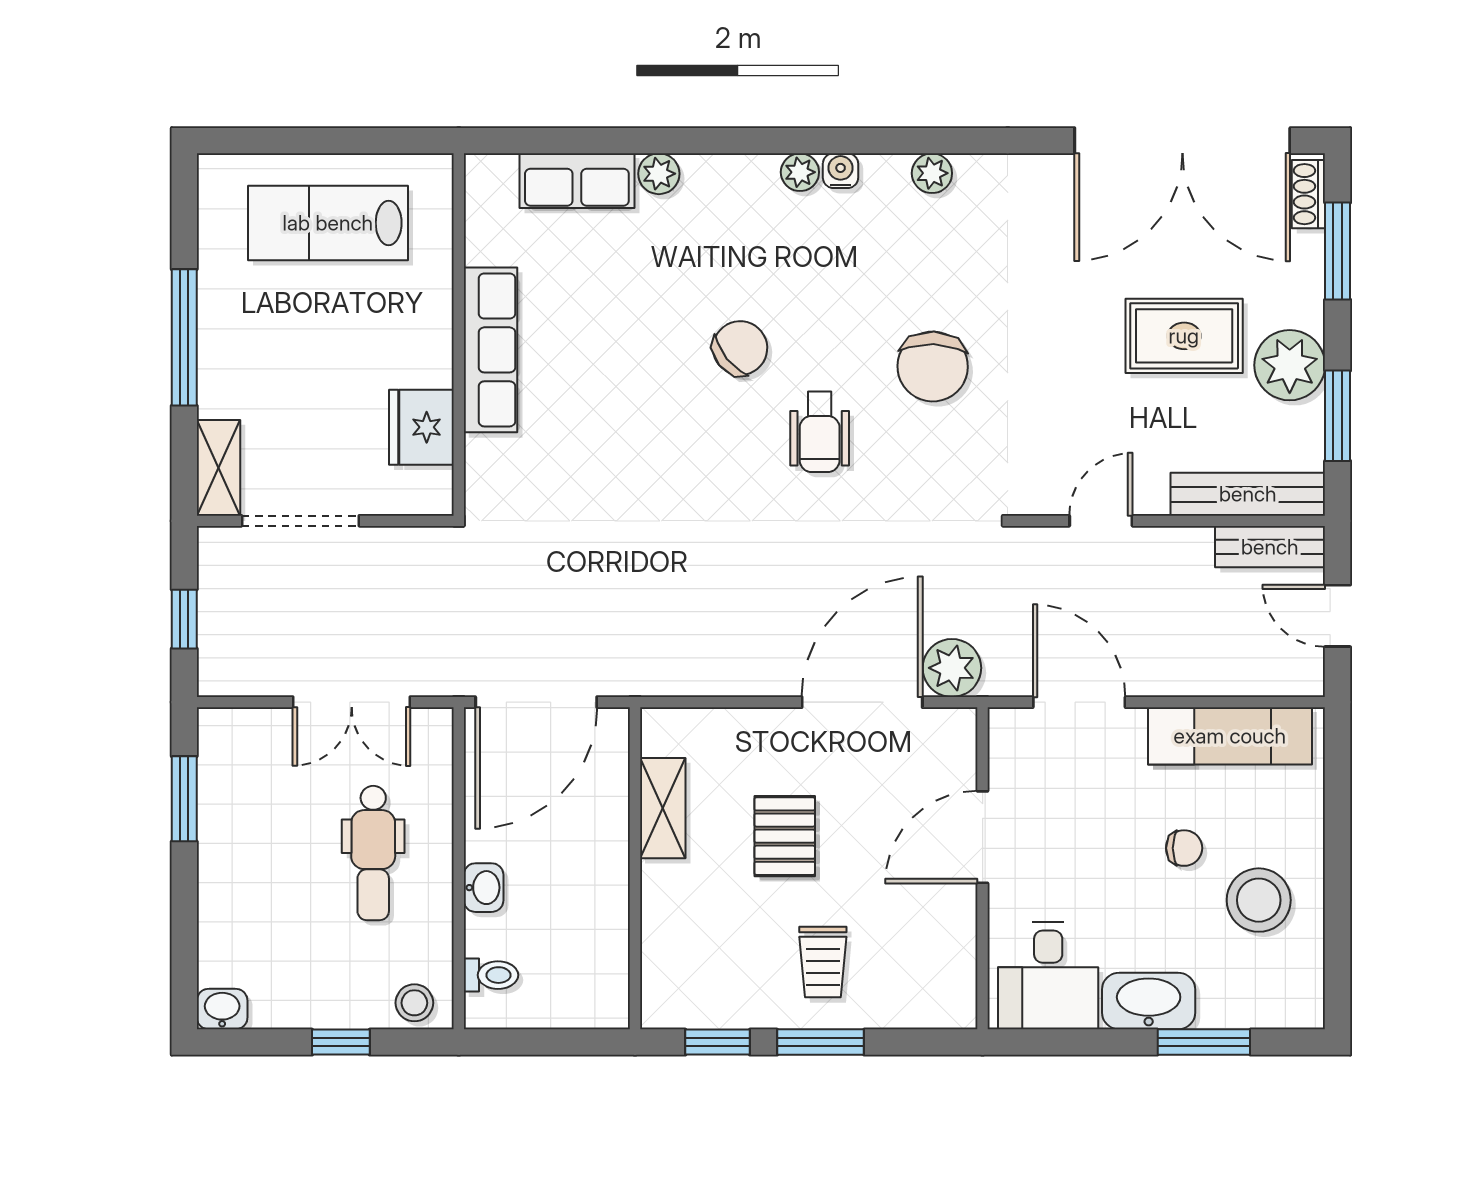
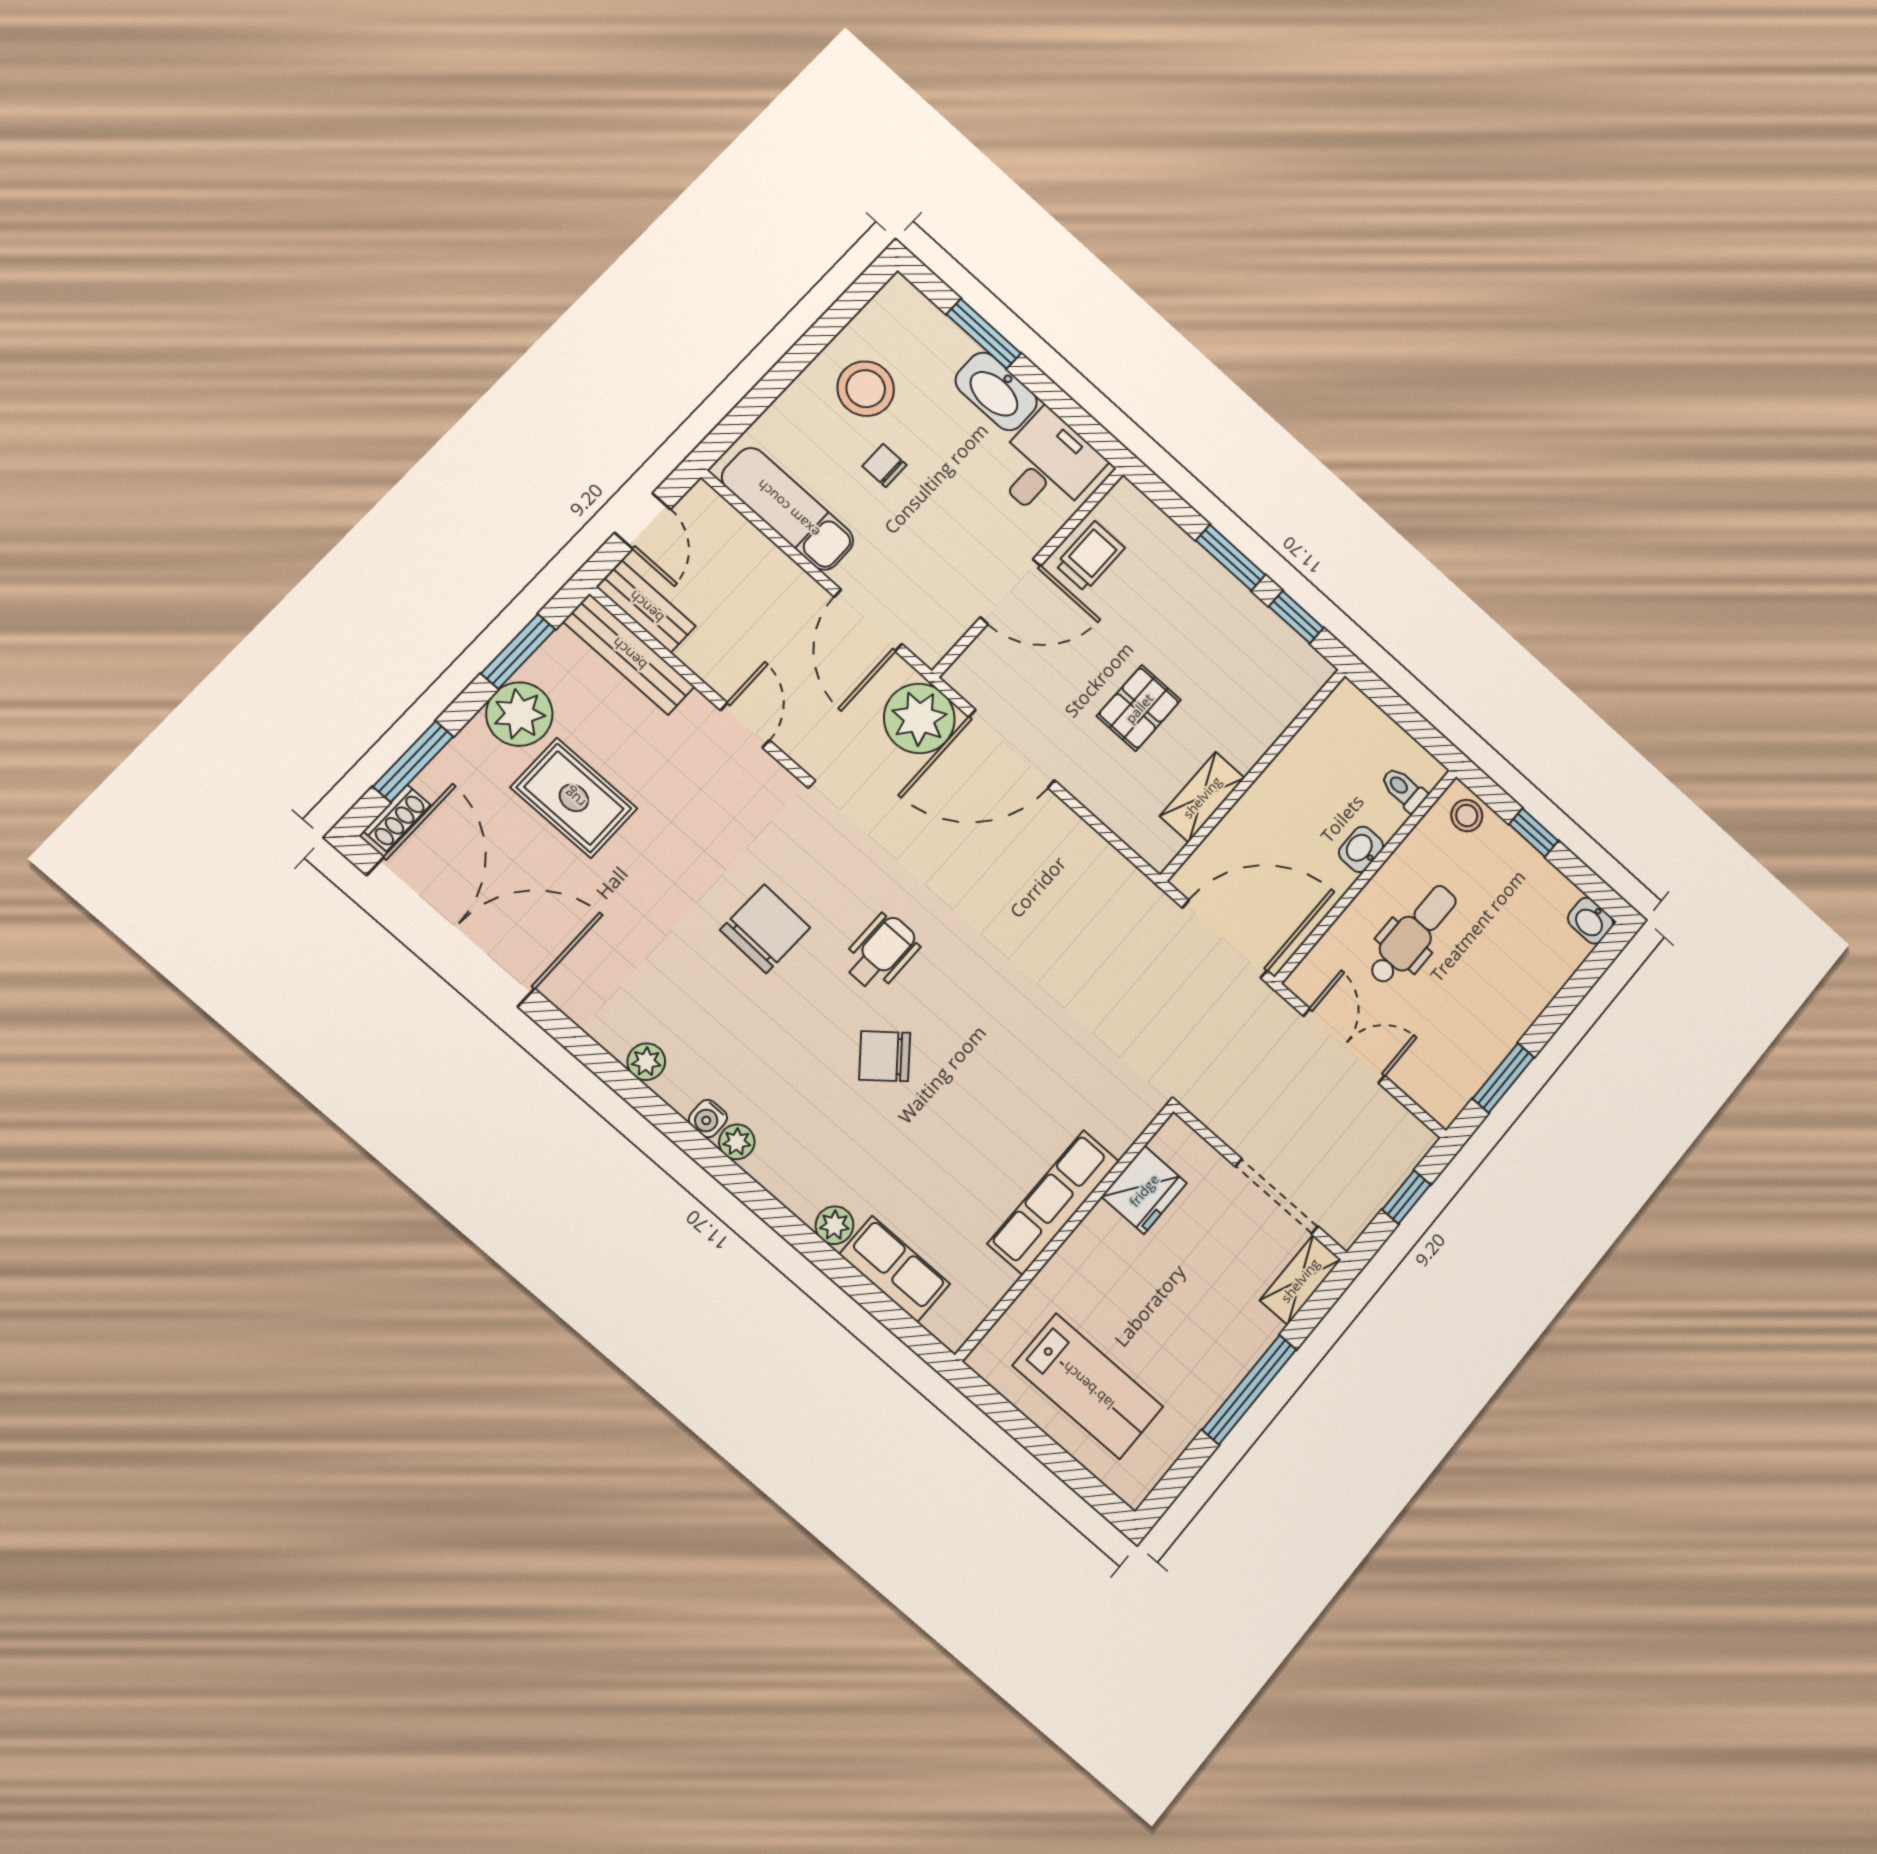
door: (1101, 521) -> (745, 725), swing flipped
plant: (952, 668) -> (919, 718), width x1.36, depth x1.36
trolley: (823, 962) -> (1090, 556), moved

